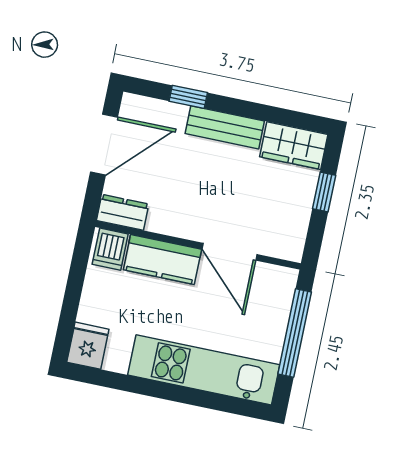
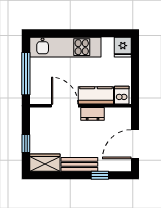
dresser: (123, 212) -> (93, 114), moved

